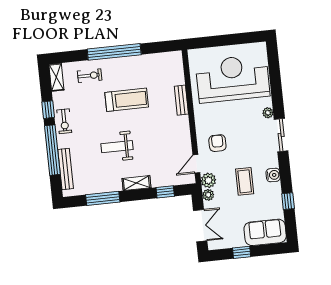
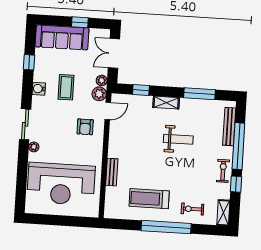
treadmill: (127, 100) -> (149, 199), moved
sofa: (265, 232) -> (62, 37), width x1.36

